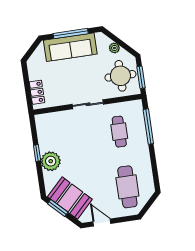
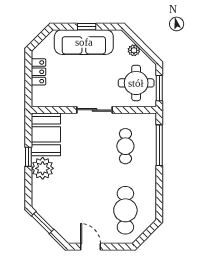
window: (71, 34) -> (87, 27), width x0.46
locker: (37, 92) -> (38, 72), moved
booth: (70, 198) -> (46, 134), moved, turned 45

